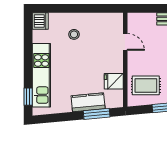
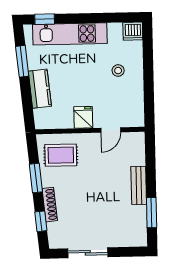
fridge: (114, 81) -> (83, 117), moved
rug: (146, 85) -> (61, 155), turned 90
window: (97, 114) -> (22, 61), moved

